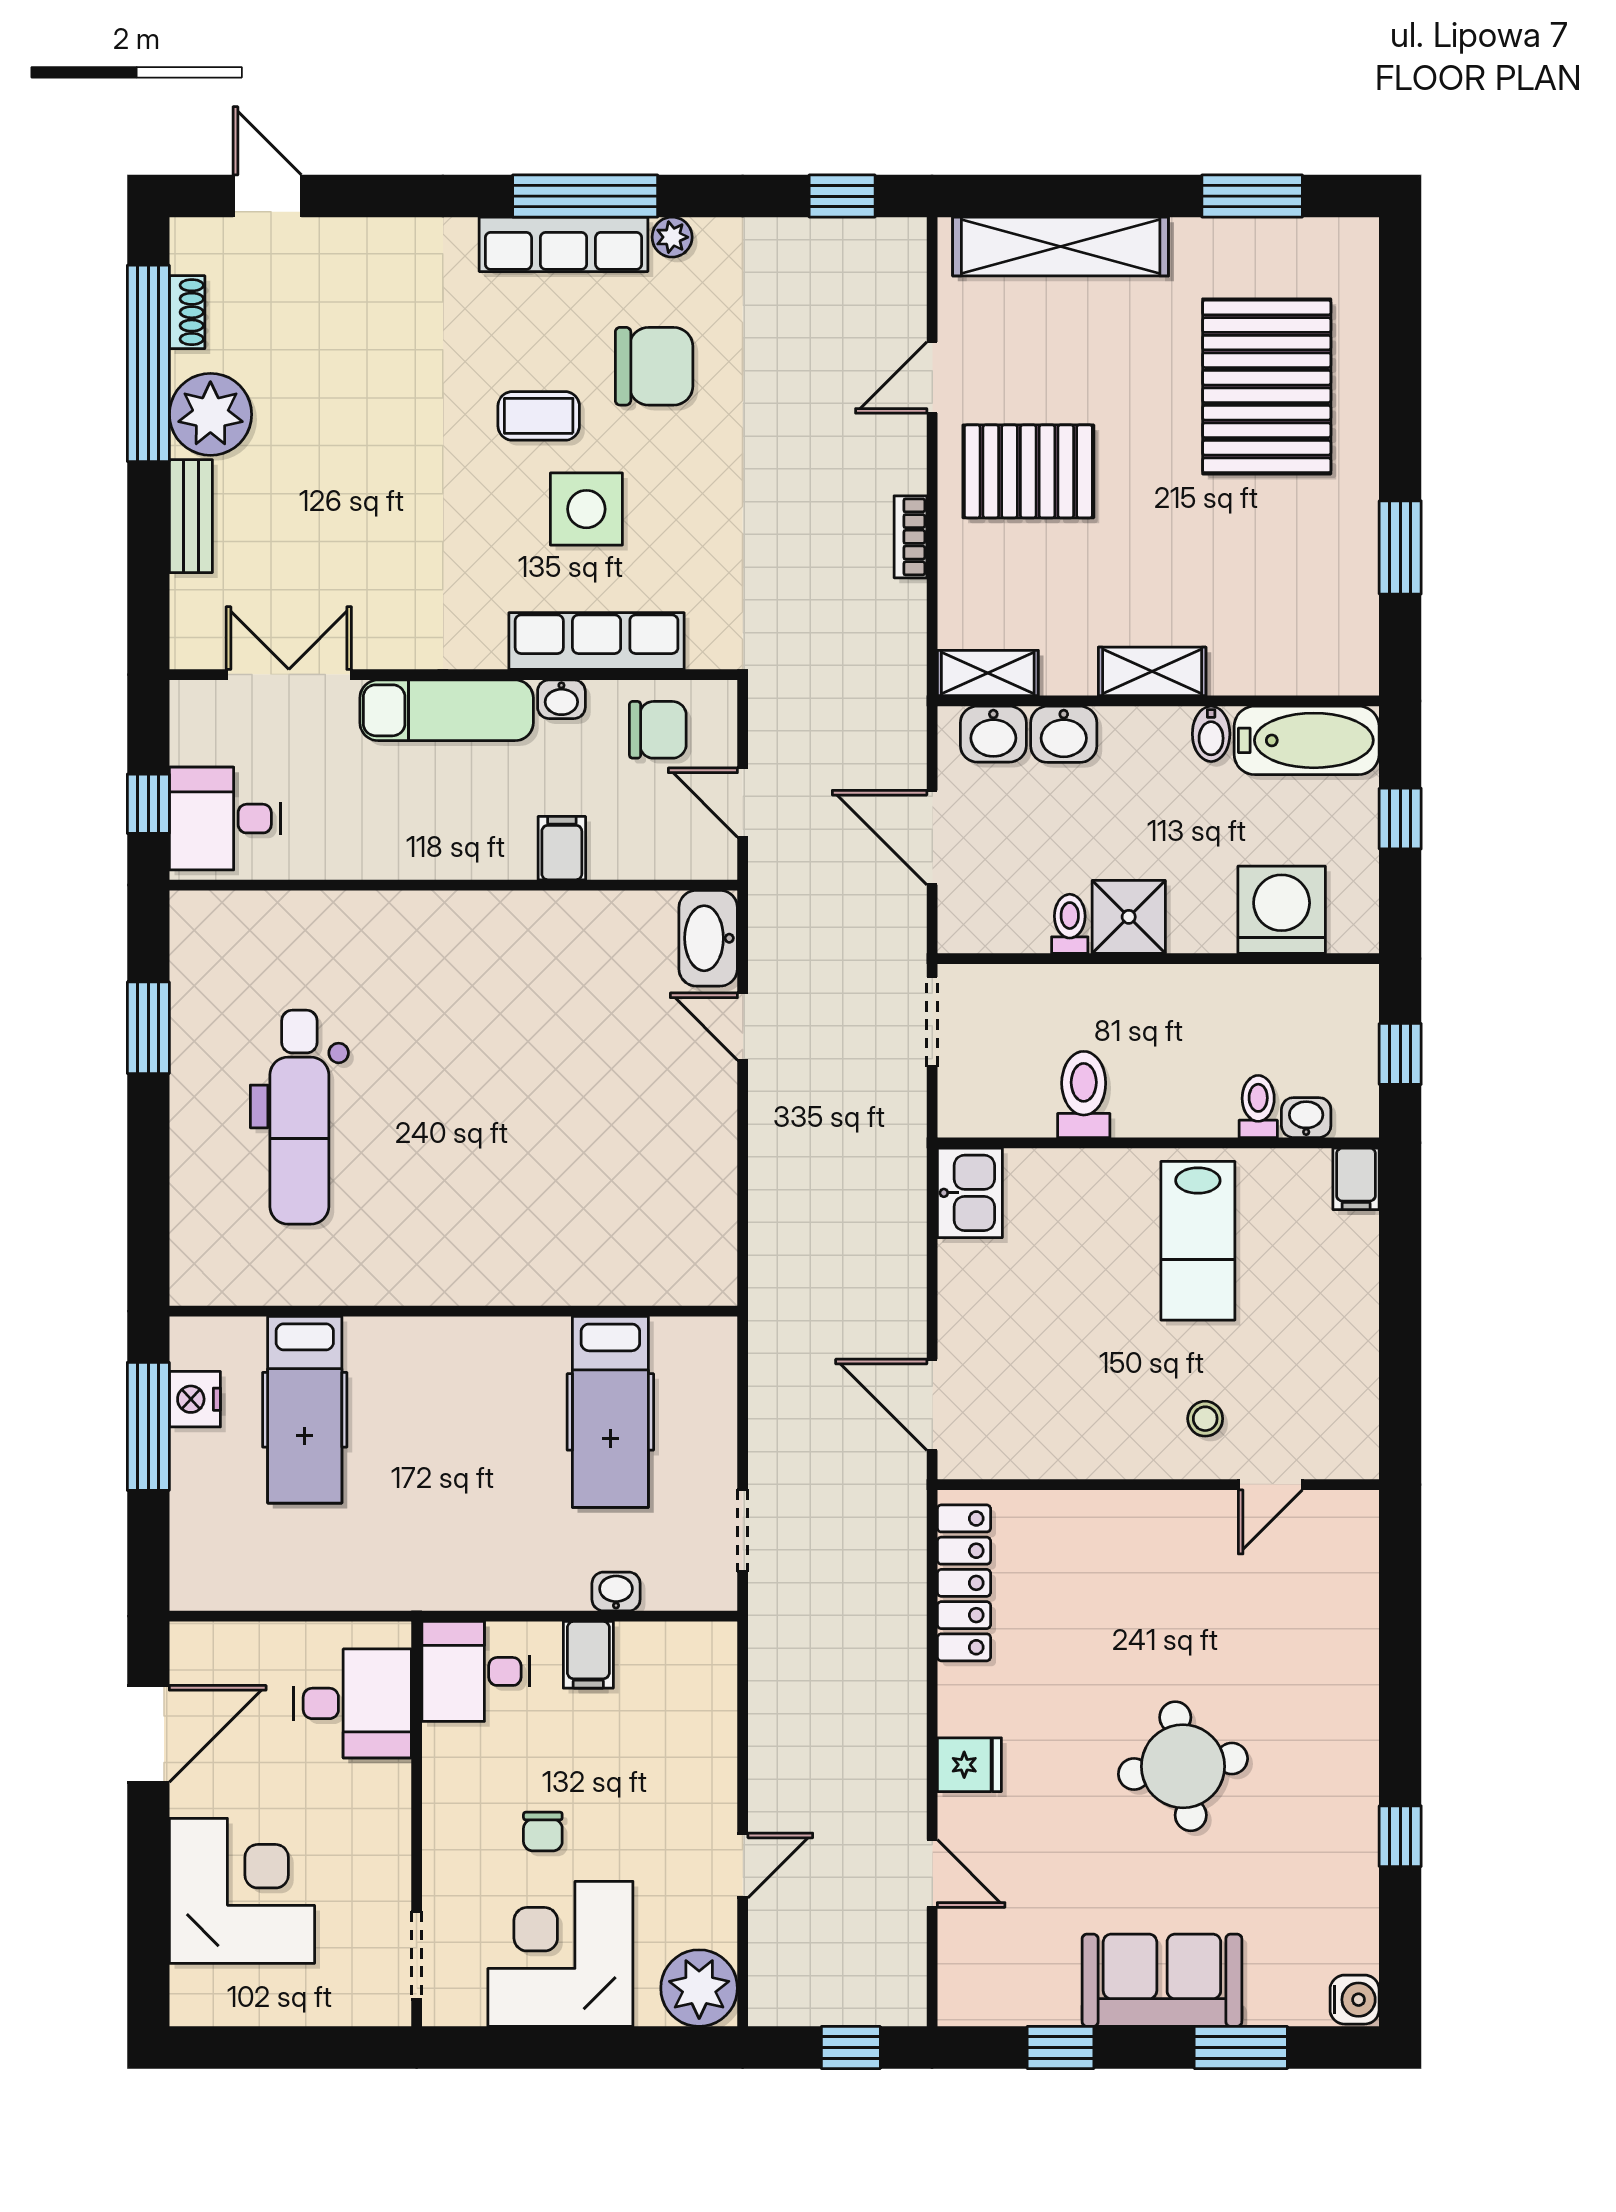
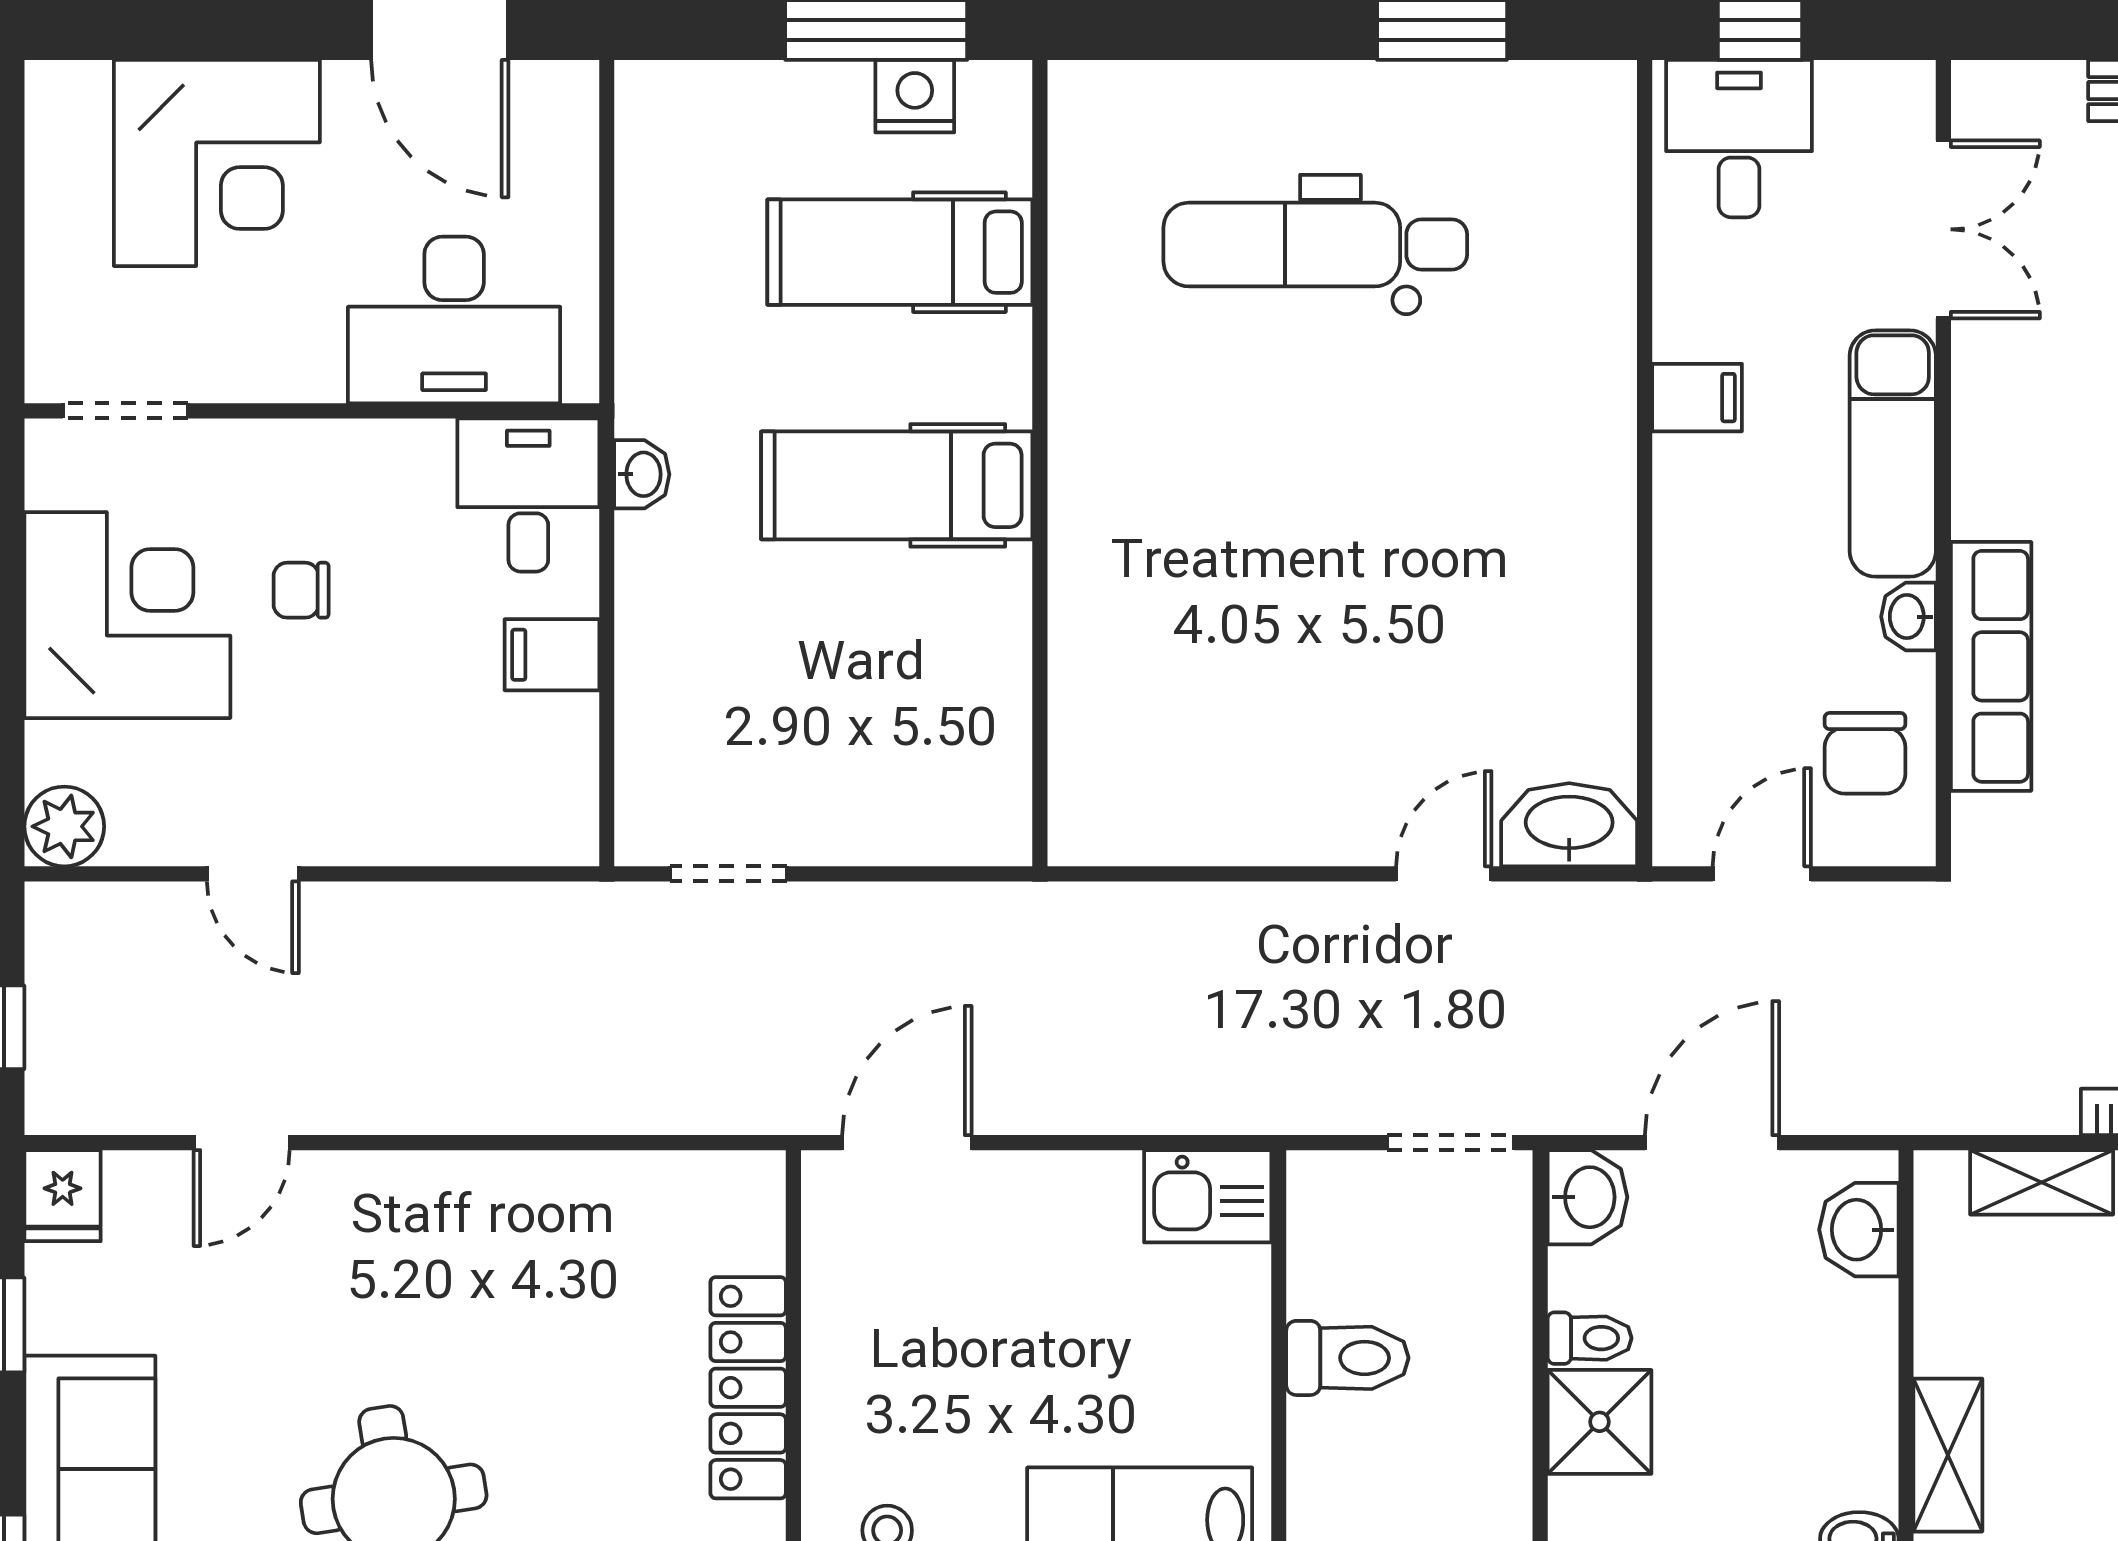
shelving: (988, 673) -> (2042, 1182), moved, turned 90
washbasin: (1064, 734) -> (1587, 1197), moved, turned 180
filing cabinet: (562, 848) -> (1697, 398), moved
hospital bed: (610, 1412) -> (897, 485), moved
locker: (964, 1583) -> (748, 1388), moved, turned 90
washbasin: (616, 1591) -> (642, 474), moved
desk: (353, 1703) -> (454, 320), width x1.37
fridge: (969, 1765) -> (63, 1196), moved
plant: (699, 1988) -> (64, 826), width x0.73, depth x0.73

